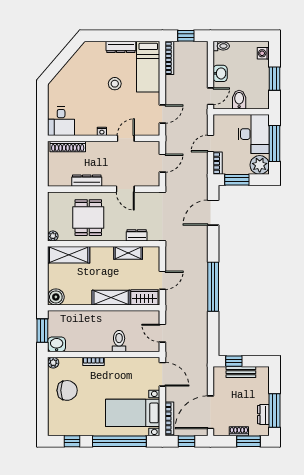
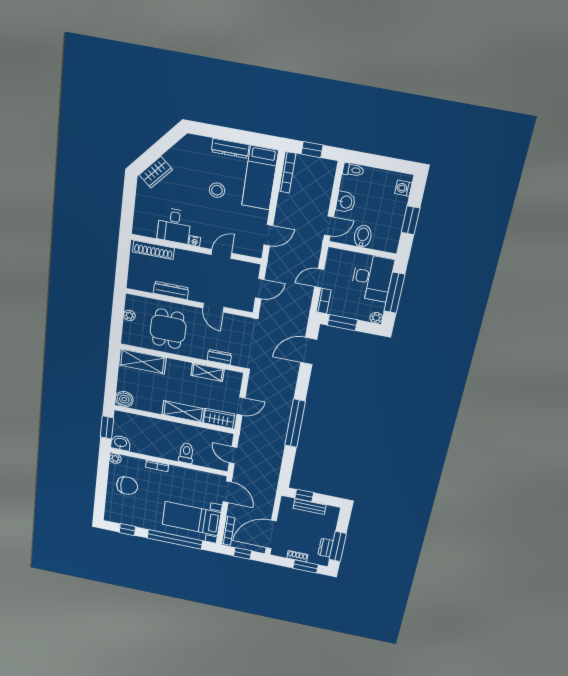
wardrobe: (63, 78) -> (156, 172), added
desk: (61, 121) -> (174, 226), moved
plant: (260, 165) -> (376, 318), width x0.53, depth x0.53
plant: (53, 236) -> (129, 315), moved

